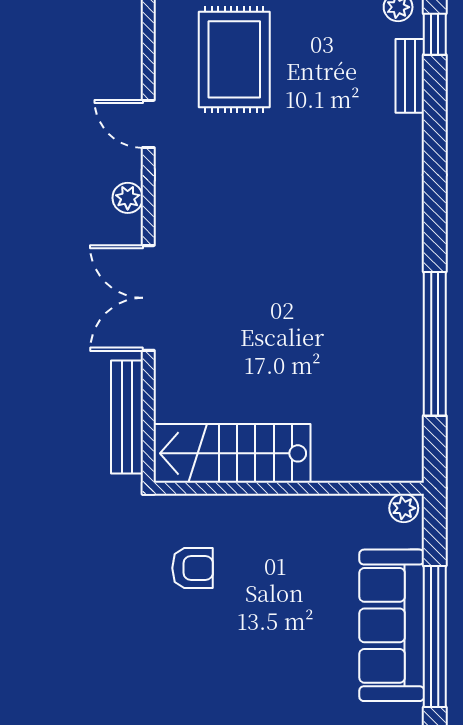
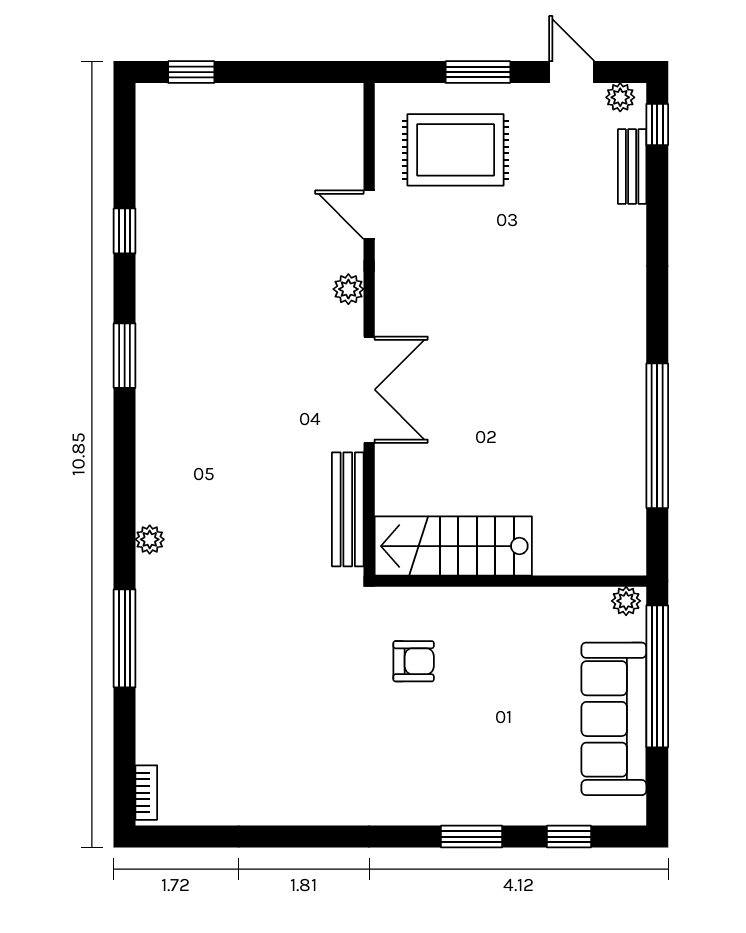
rug: (234, 59) -> (456, 150), turned 90
double door: (148, 298) -> (369, 390), swing flipped
window: (435, 637) -> (657, 676), moved

